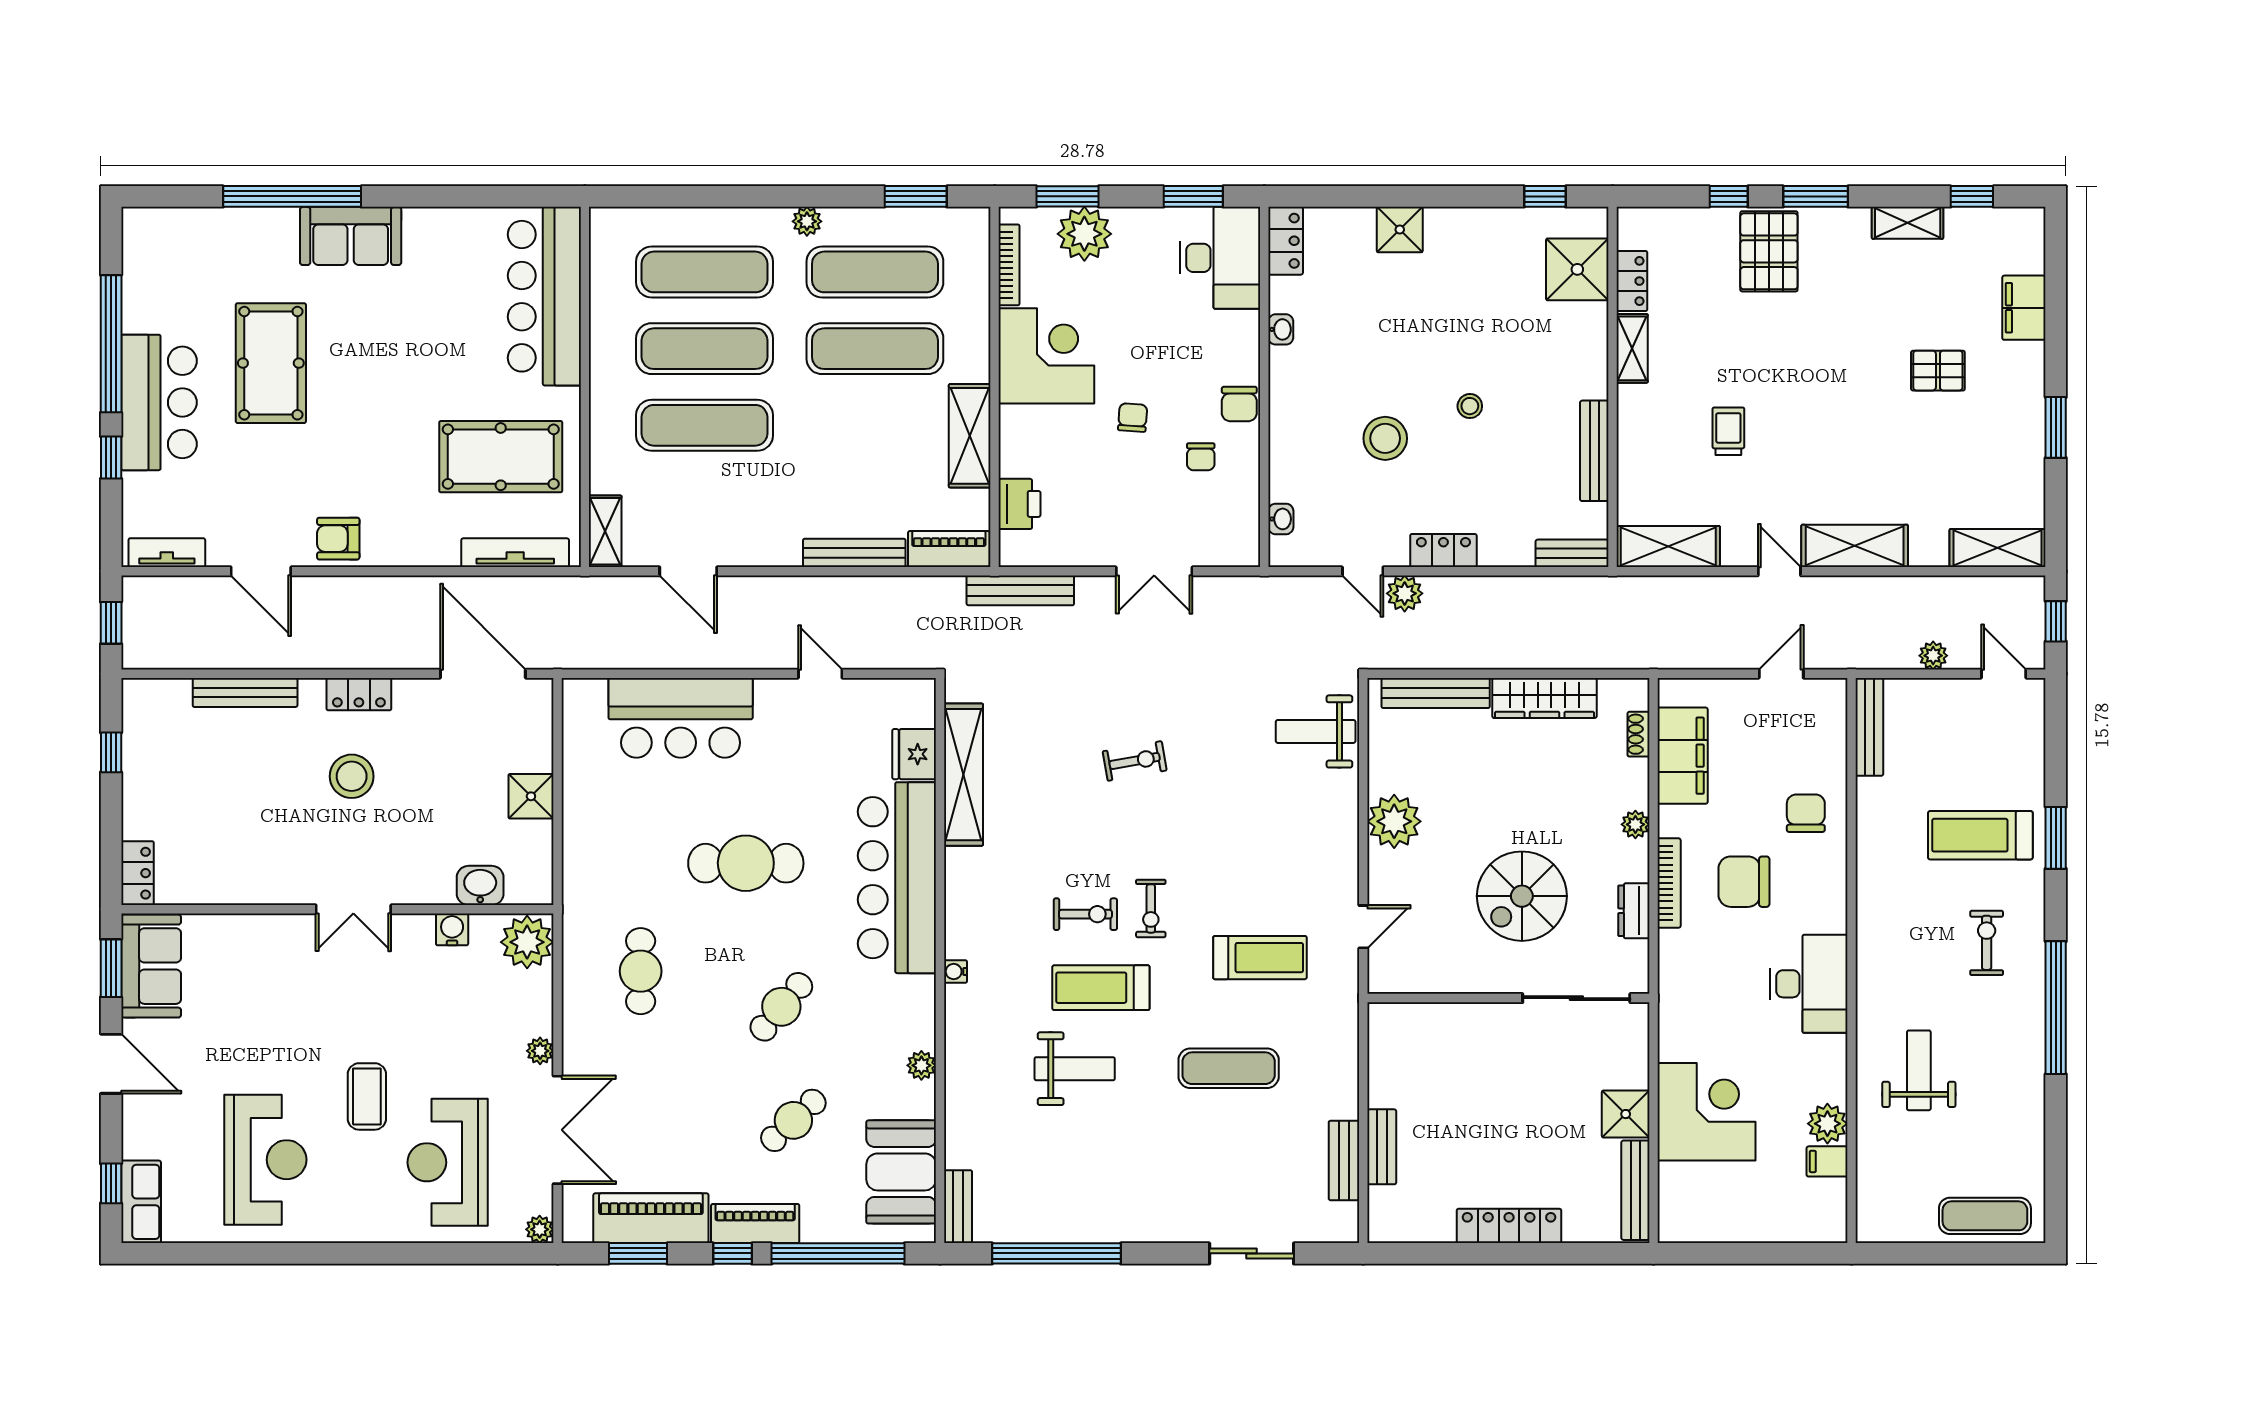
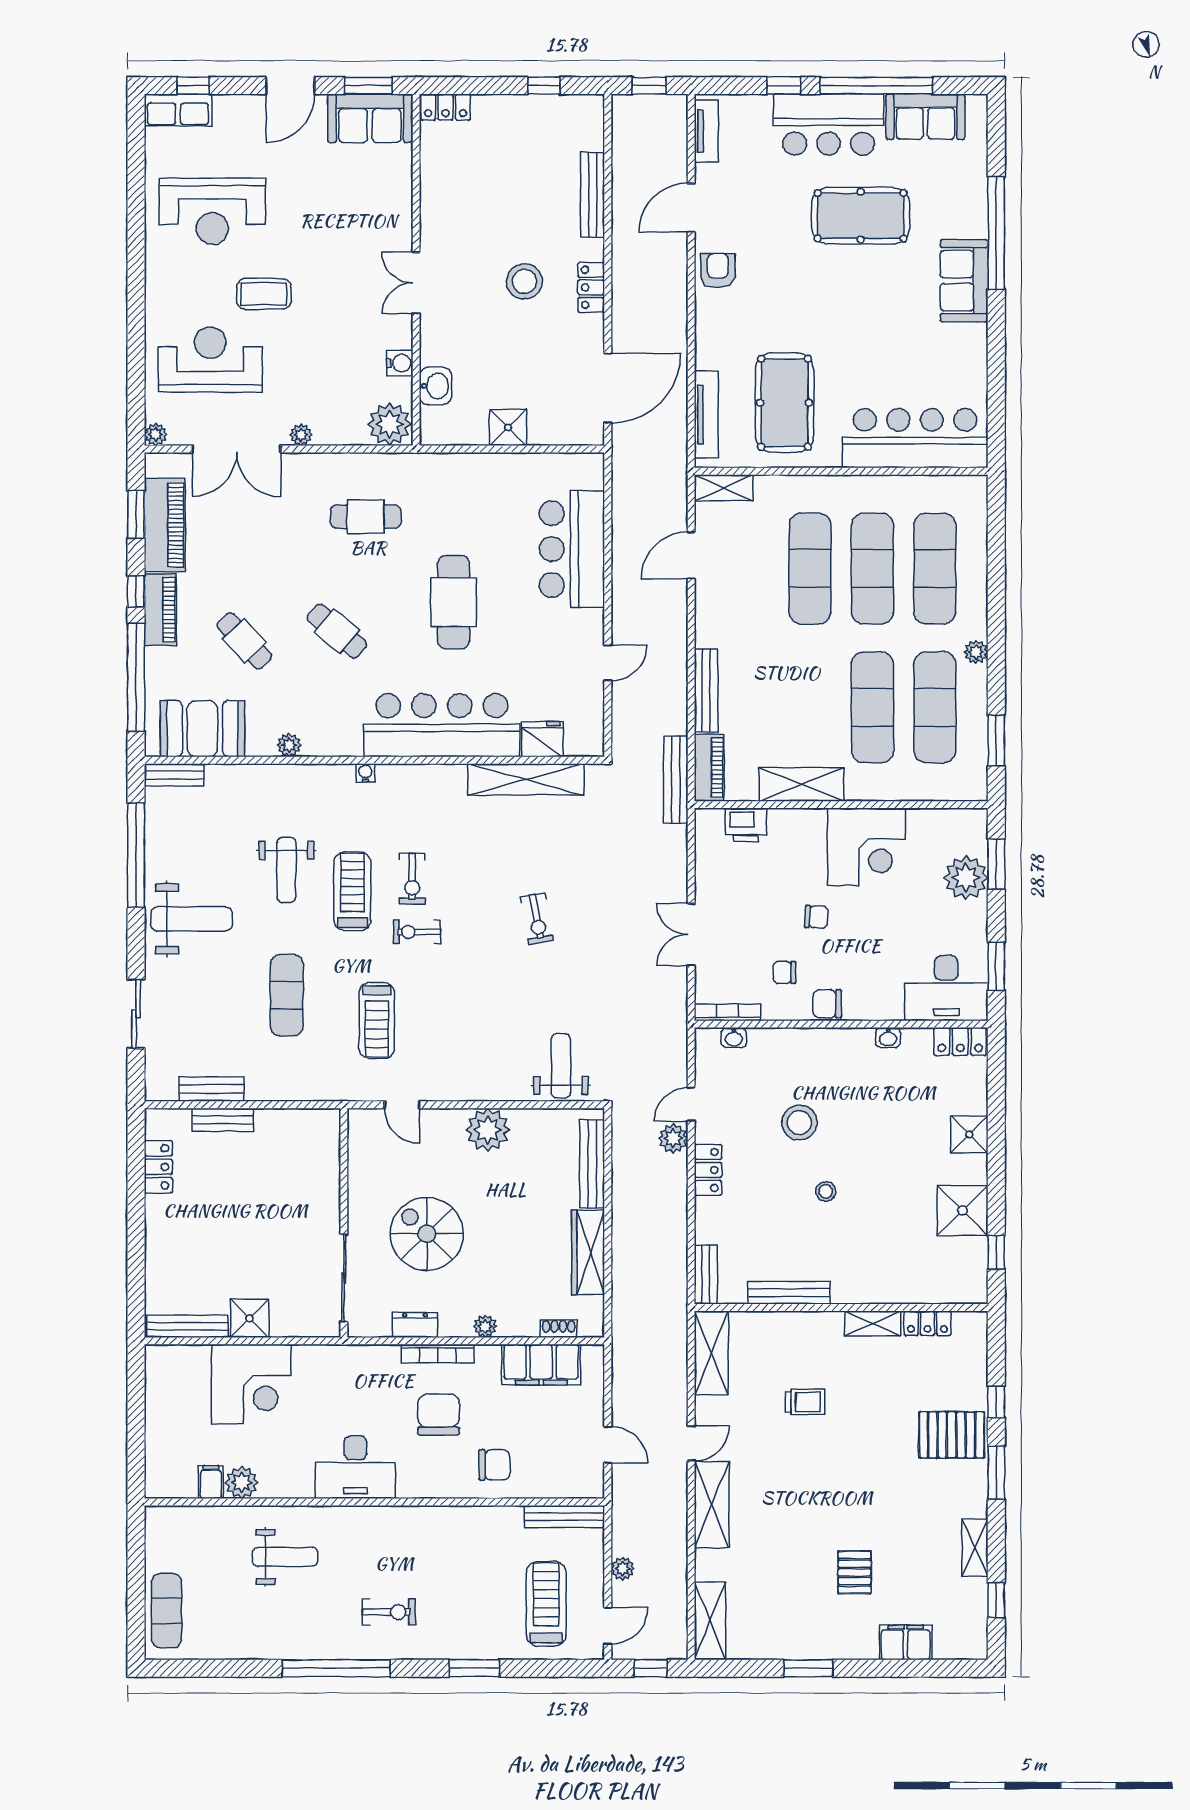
bookcase: (1009, 265) -> (727, 1012), moved, turned 180
shower: (1577, 269) -> (963, 1210), moved
sofa: (149, 283) -> (925, 117), added
bench: (1020, 590) -> (676, 779), moved
treadmill: (1980, 835) -> (546, 1604), moved
weight bench: (1135, 1185) -> (191, 919), added
locker: (1509, 1226) -> (158, 1167), moved, width x0.66

